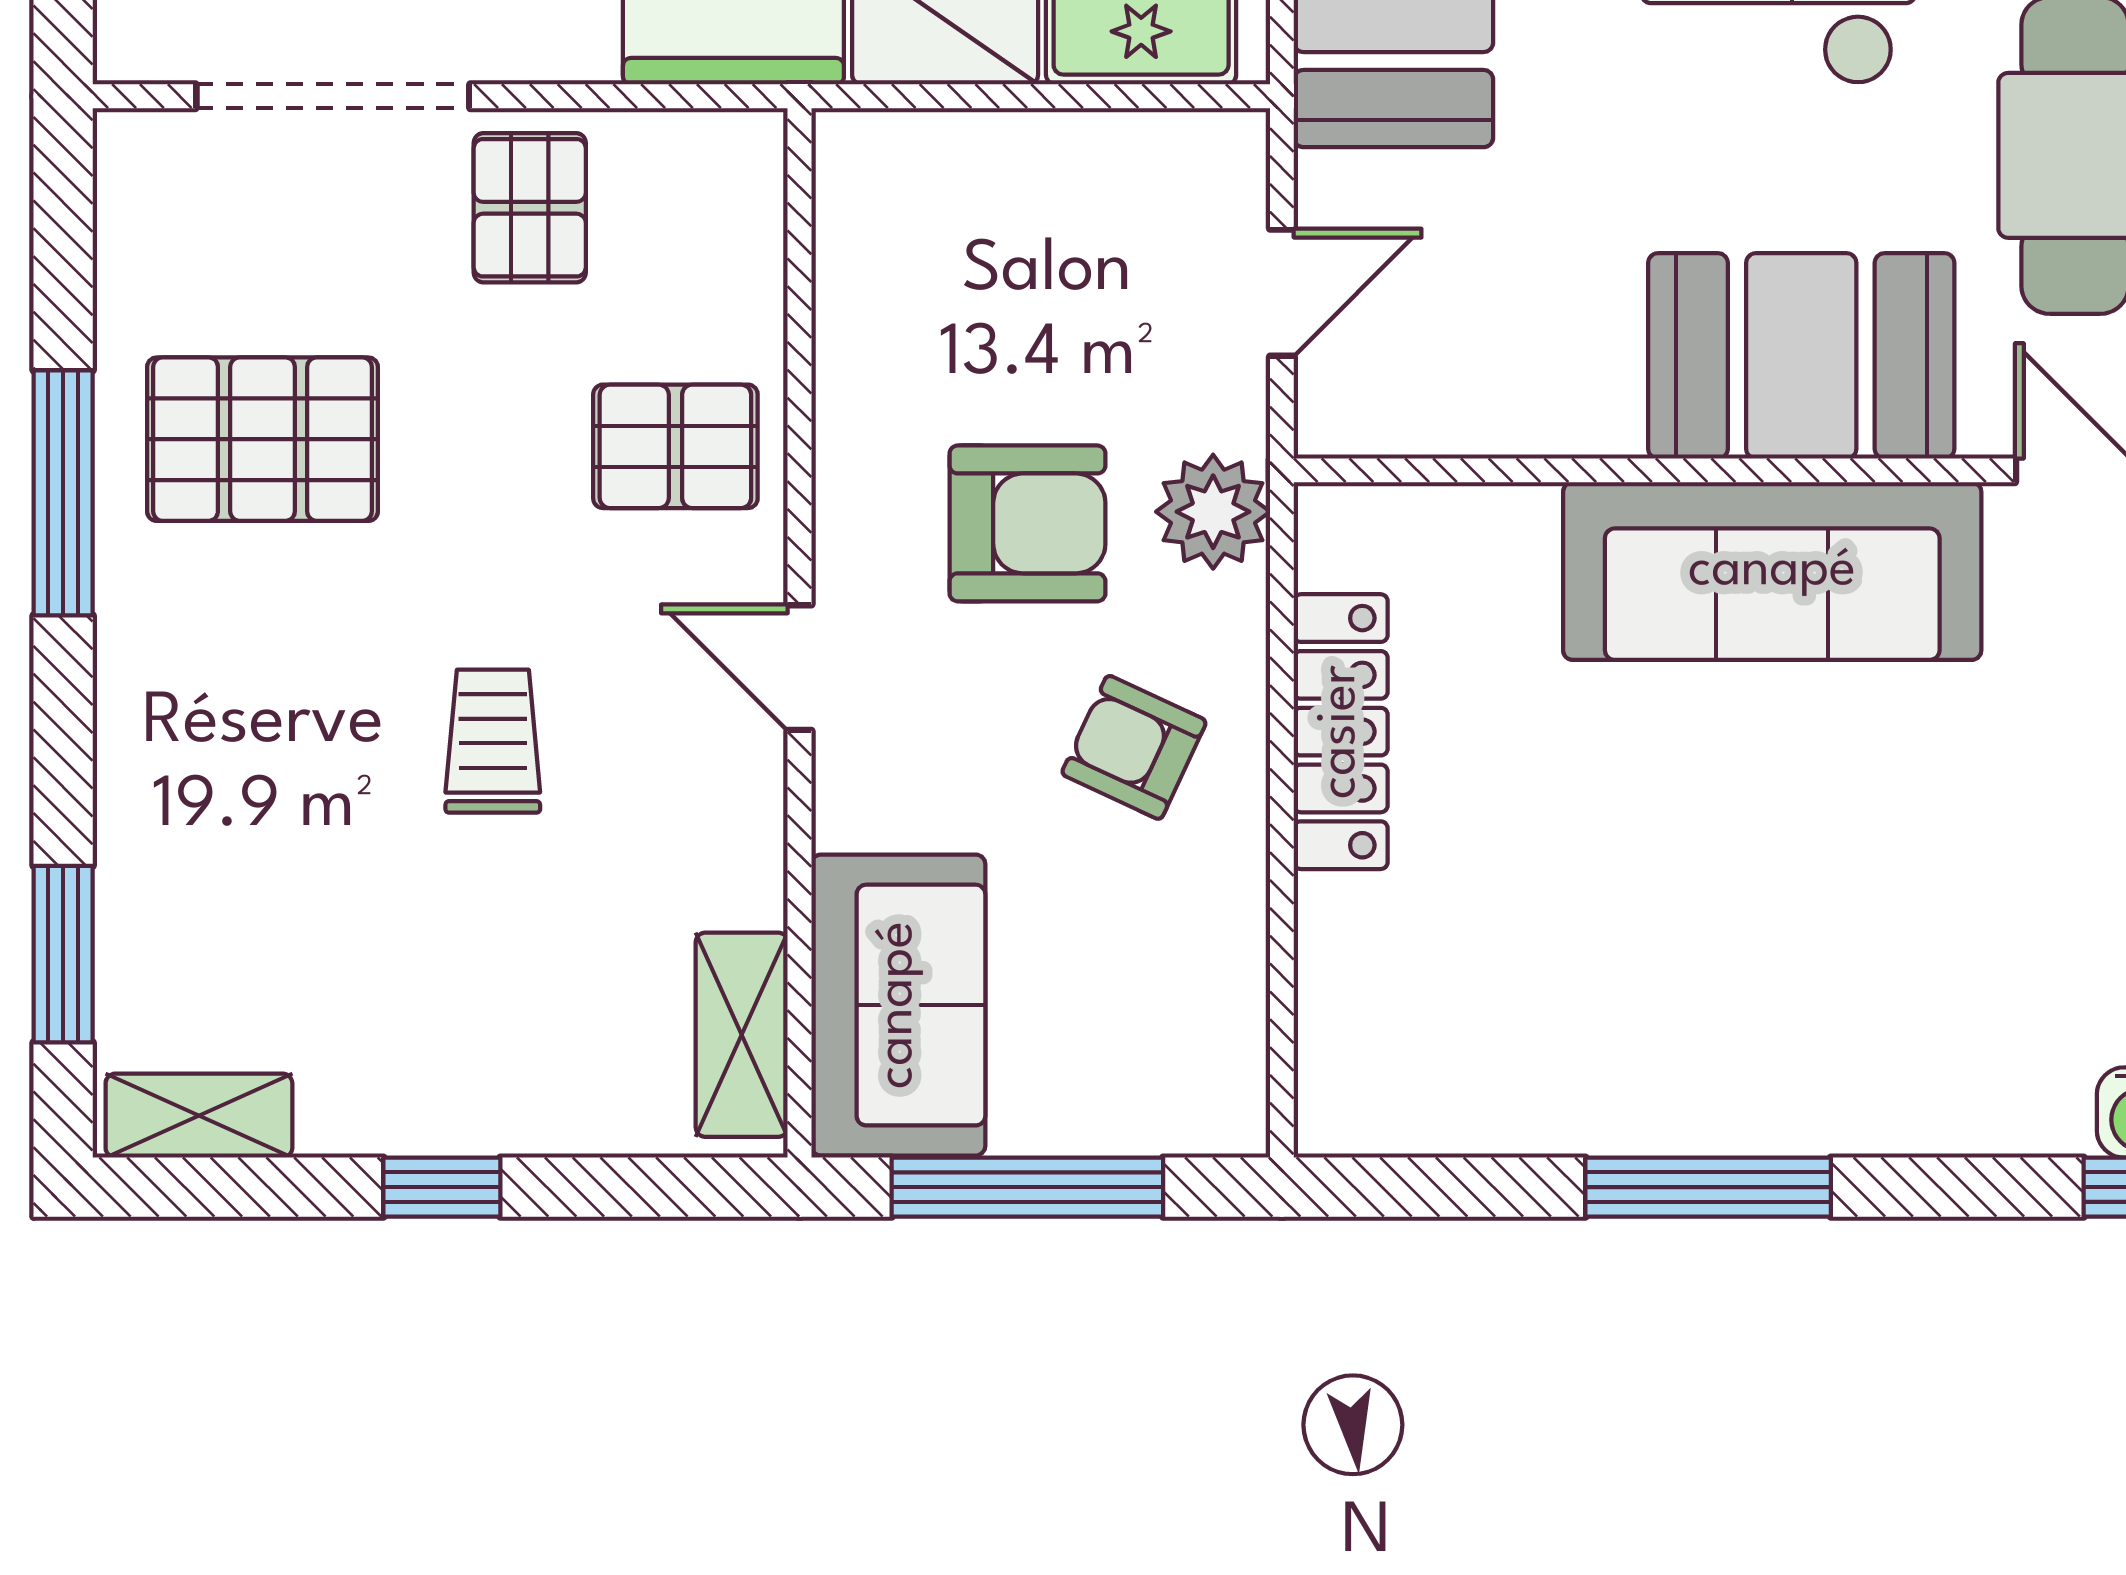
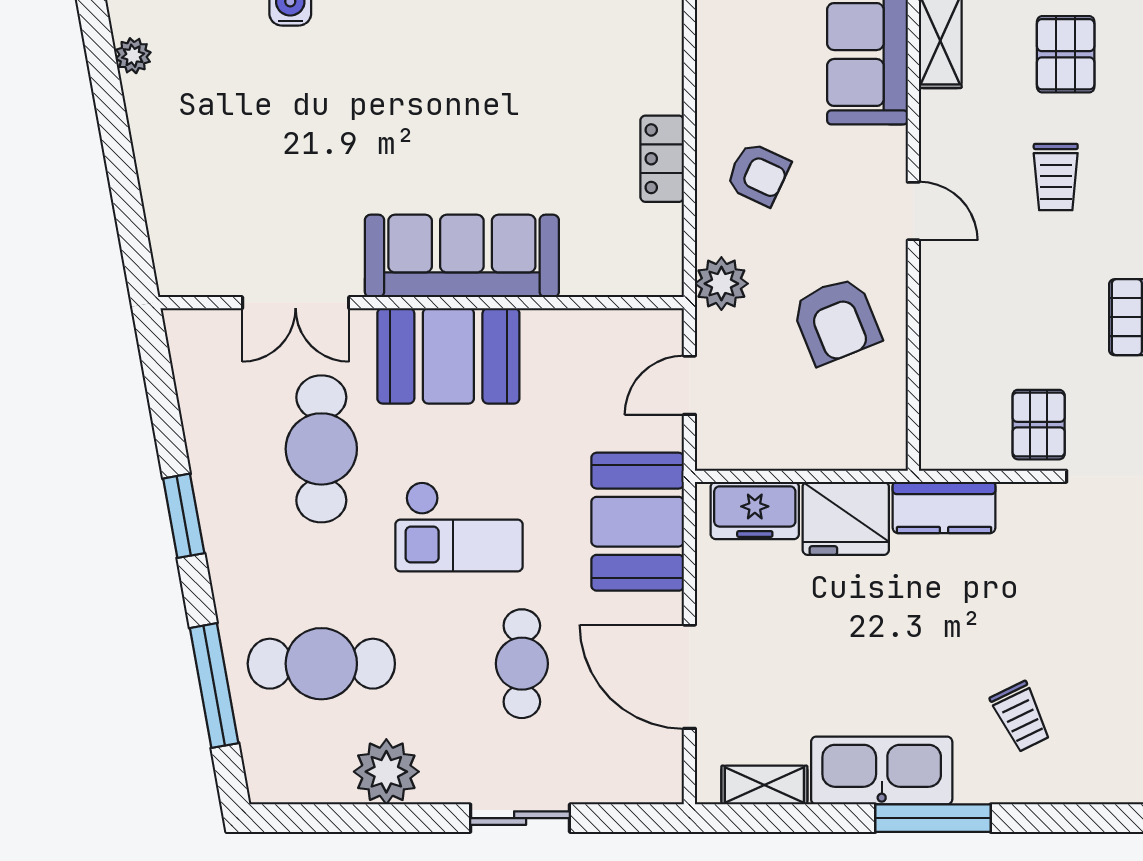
pallet: (675, 446) -> (1066, 54), moved, turned 90
armchair: (1028, 523) -> (836, 321), moved, turned -112
locker: (1341, 732) -> (662, 159), width x0.66

